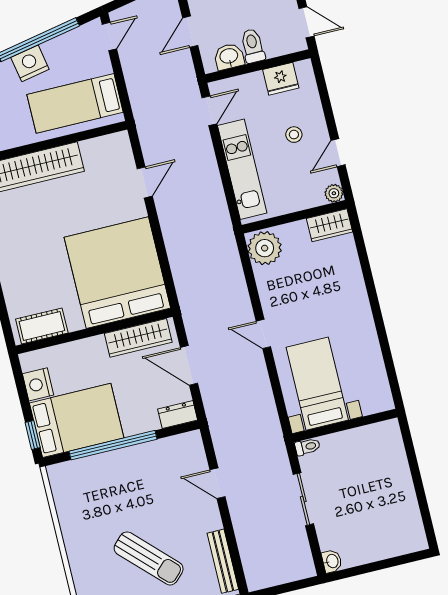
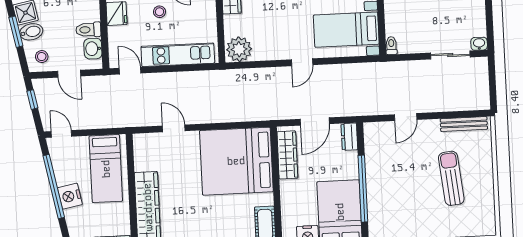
sliding door: (303, 499) -> (450, 55), moved
sun lounger: (149, 558) -> (451, 178), turned -51

